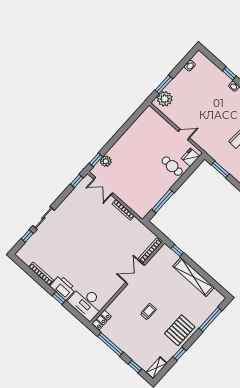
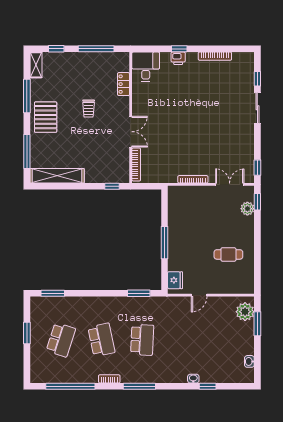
cafe table: (172, 166) -> (228, 254), moved
window: (163, 201) -> (164, 243), moved
shelving: (193, 277) -> (57, 176), moved
printer: (63, 288) -> (178, 58), width x0.53, depth x0.68
desk: (87, 303) -> (146, 67), width x0.73
locker: (102, 320) -> (124, 84), moved
window: (180, 354) -> (27, 96), width x2.17

